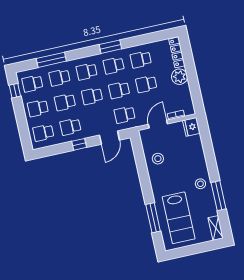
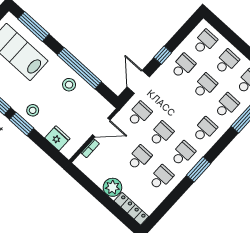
school desk: (92, 96) -> (183, 110), removed
door: (158, 124) -> (101, 127), hinge flipped
fridge: (191, 127) -> (57, 138), moved
stool: (158, 159) -> (69, 85), moved
window: (212, 166) -> (21, 124), added
window: (144, 176) -> (79, 68), added
stool: (200, 184) -> (33, 110), moved
window: (153, 218) -> (33, 26), moved

